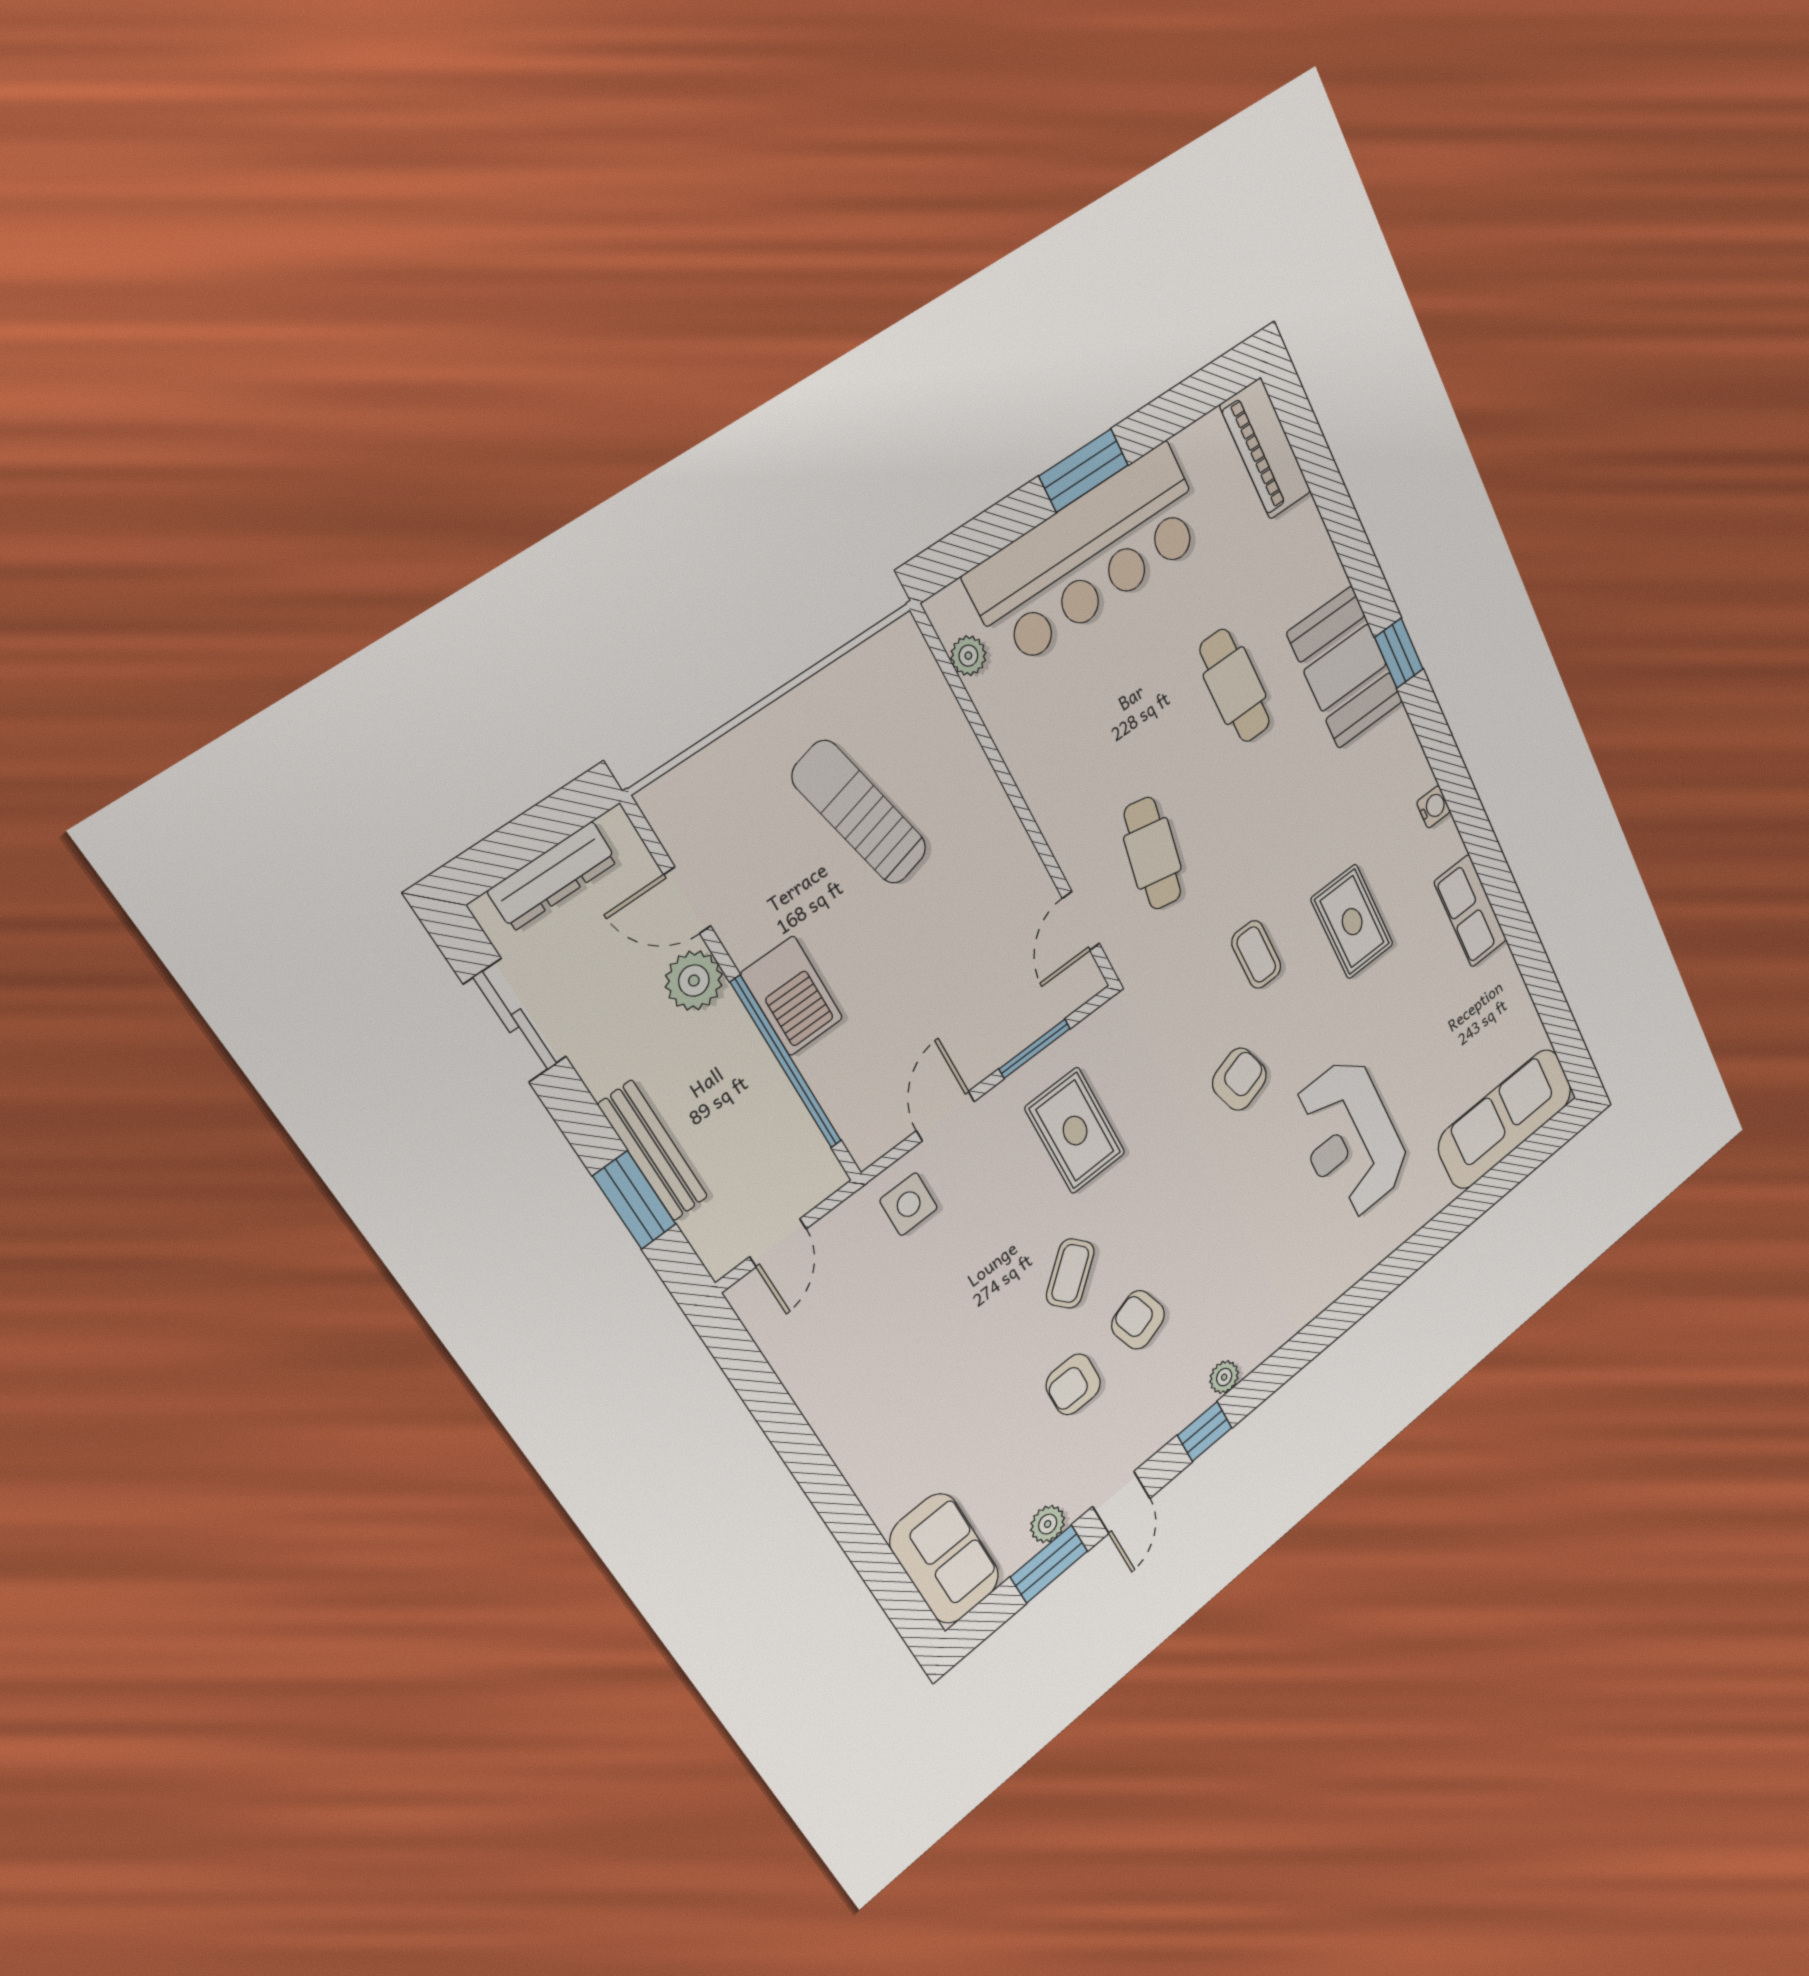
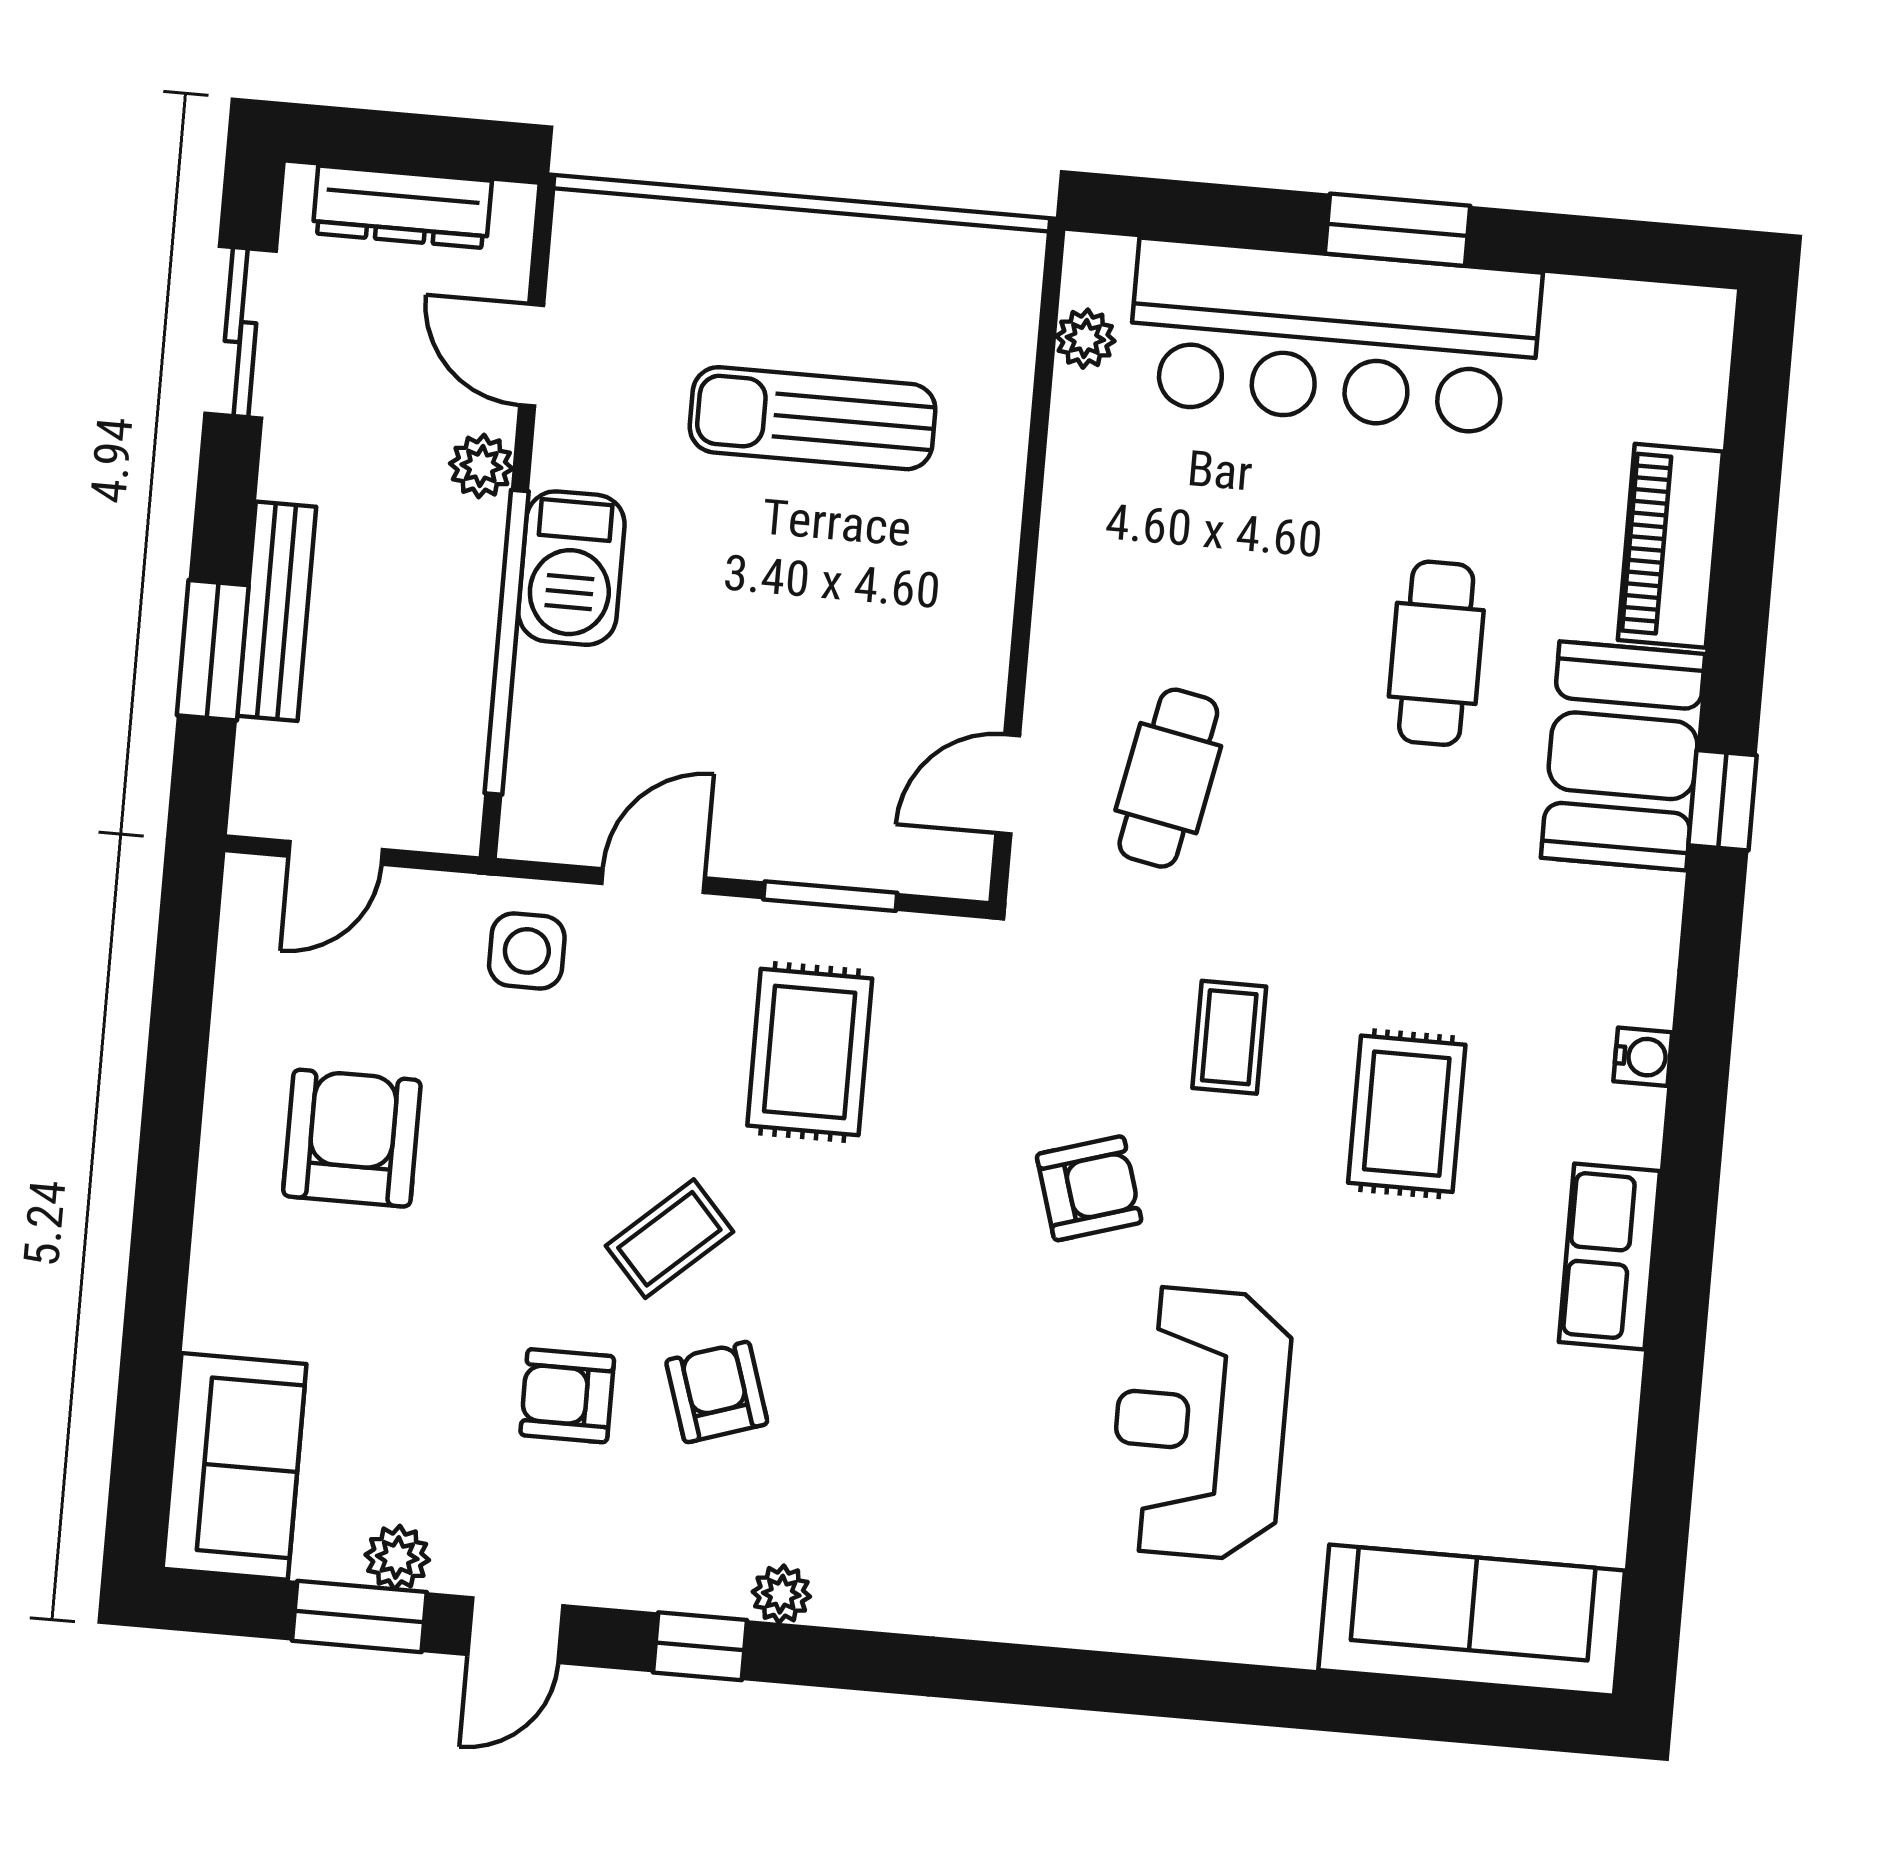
piano: (1265, 449) -> (1670, 546), moved
sun lounger: (860, 813) -> (813, 418), turned -76
plant: (694, 981) -> (481, 466), width x0.73, depth x0.73
armchair: (889, 1367) -> (352, 1138), added

